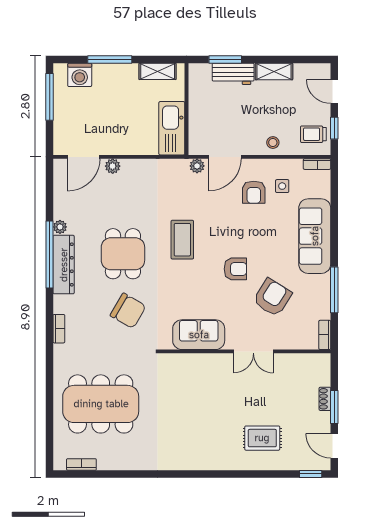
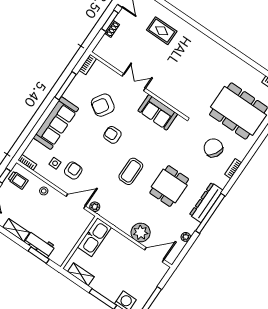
plant: (113, 166) -> (141, 233), width x1.88, depth x1.88
plant: (60, 227) -> (186, 237), moved
chair: (128, 311) -> (213, 148), moved

